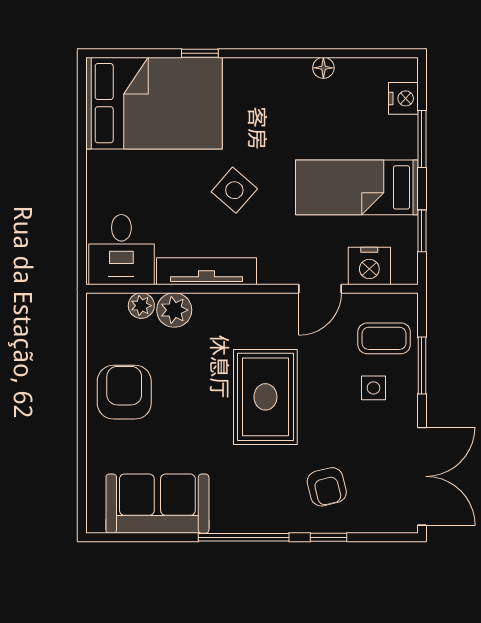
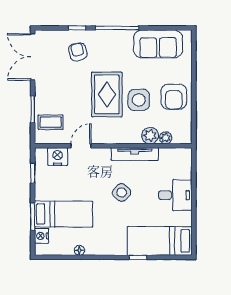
bed: (154, 103) -> (160, 241), width x0.67
bed: (357, 187) -> (64, 214), moved
desk: (121, 250) -> (175, 195), moved, turned 90
side table: (374, 388) -> (139, 100), moved, width x1.87, depth x1.87

